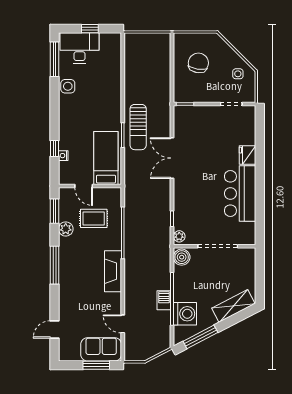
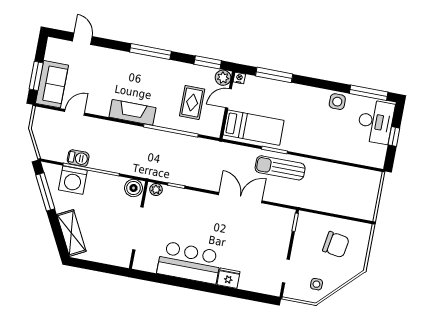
window: (54, 148) -> (274, 75), width x2.17
nightstand: (63, 156) -> (239, 78), moved
plant: (66, 229) -> (223, 78), moved
barbecue: (164, 300) -> (78, 158), moved

